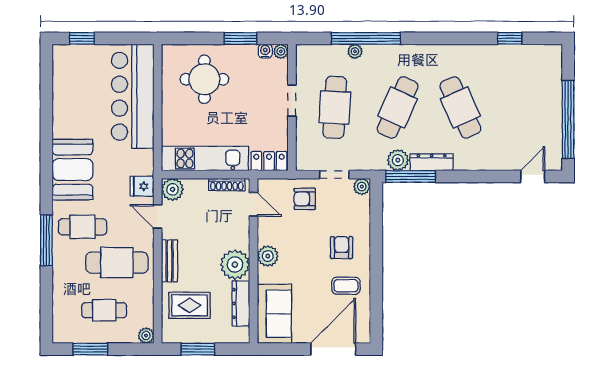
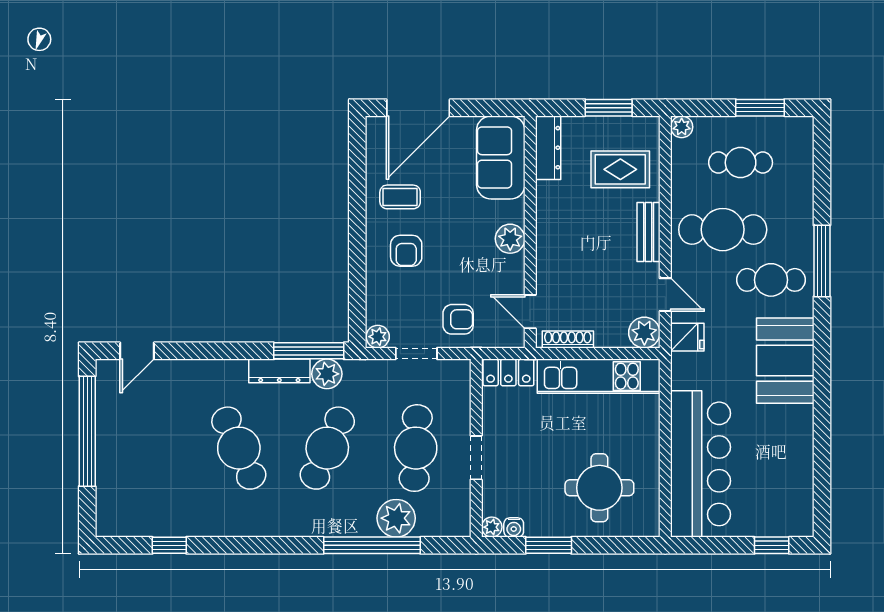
plant: (355, 51) -> (396, 518), width x1.88, depth x1.88
plant: (235, 265) -> (556, 227), removed
dresser: (241, 303) -> (548, 148), moved

